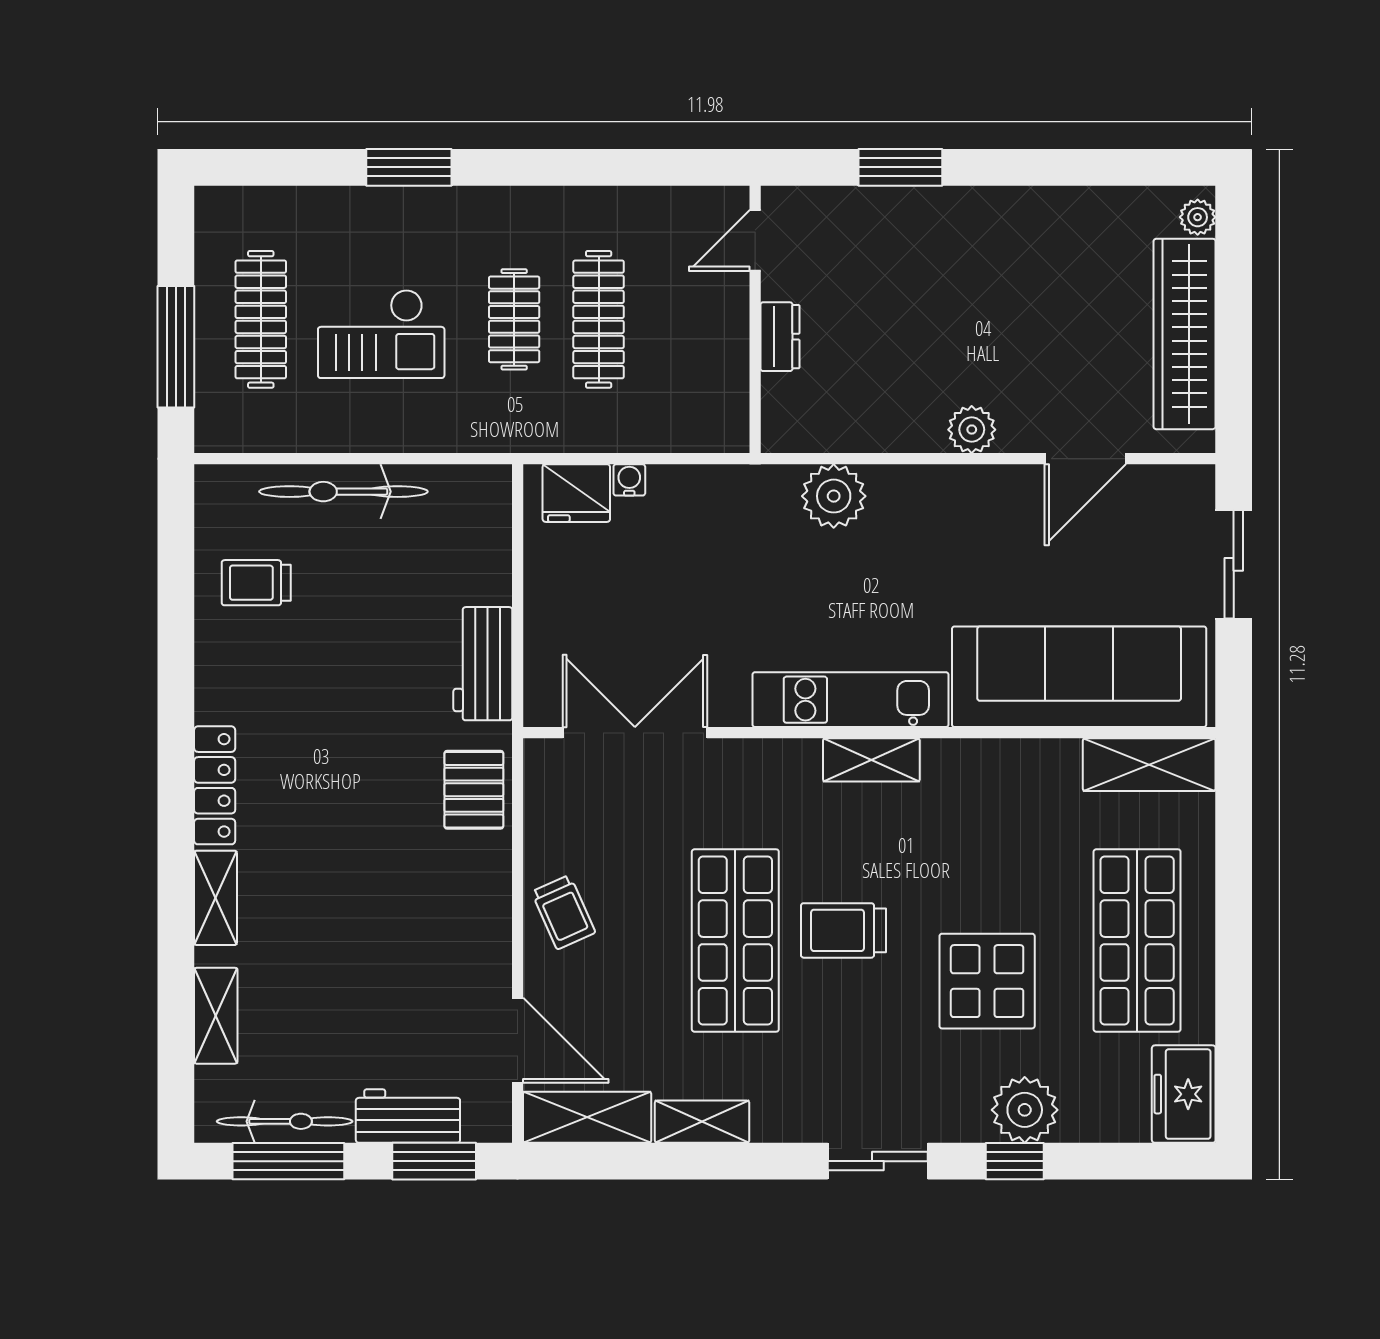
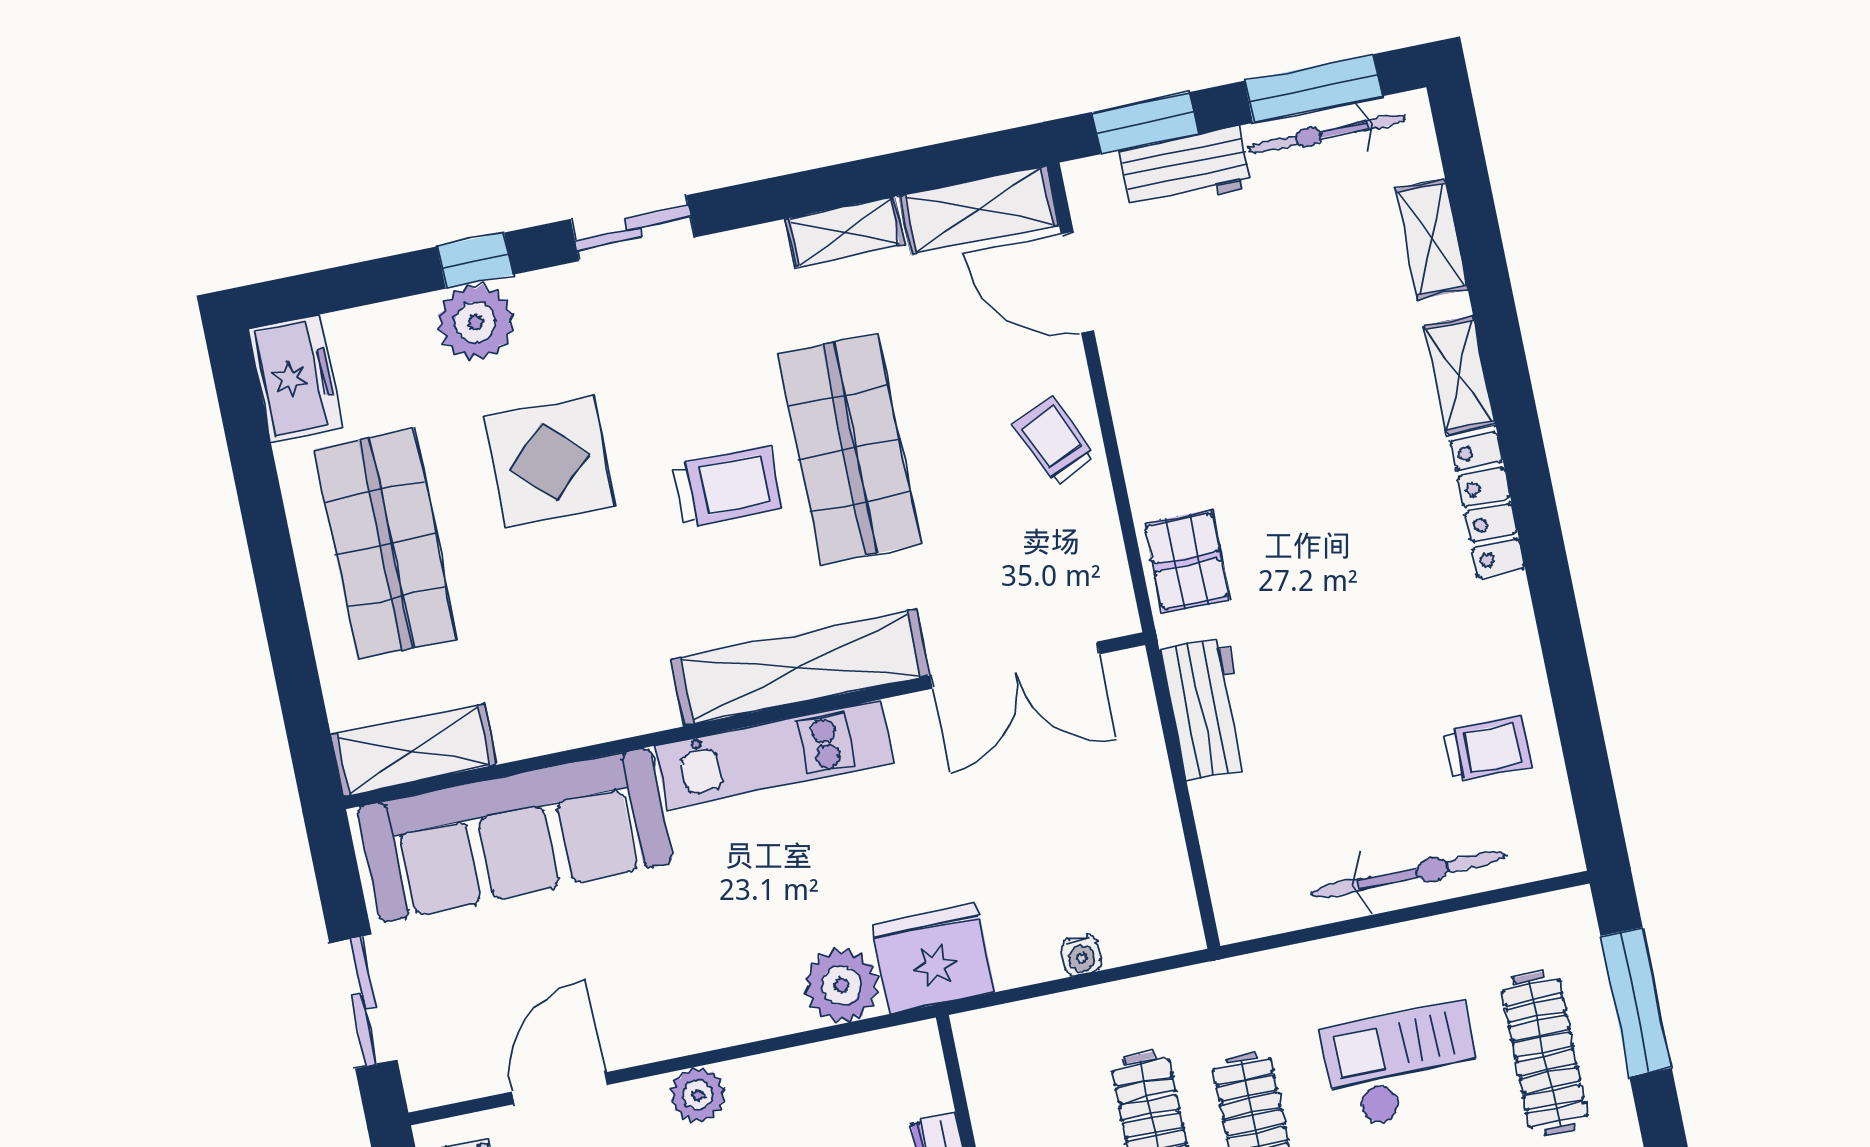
fridge: (576, 493) -> (934, 958), moved, width x1.36, depth x1.34
shelving: (871, 760) -> (800, 668), width x2.20, depth x1.33

